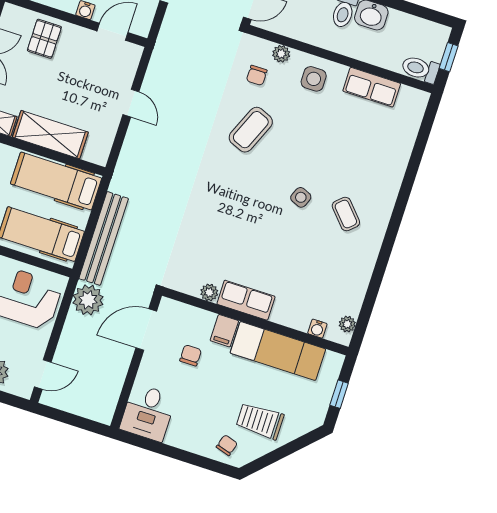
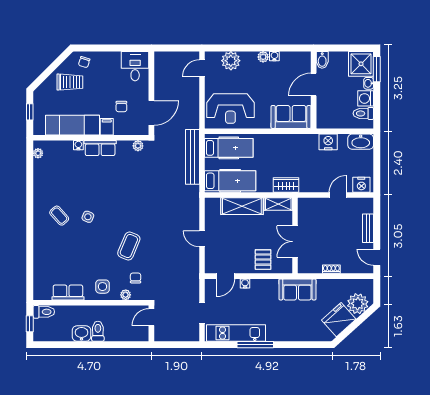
plant: (209, 292) -> (138, 146), moved
plant: (88, 300) -> (190, 119), removed
water cooler: (317, 329) -> (78, 145), moved

